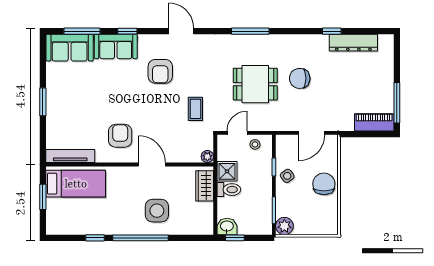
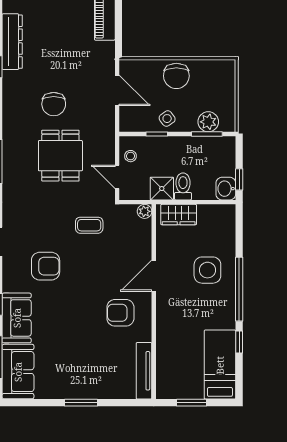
bed: (76, 184) -> (220, 365), moved
chair: (324, 184) -> (176, 76), turned -90
plant: (284, 226) -> (208, 122), moved

